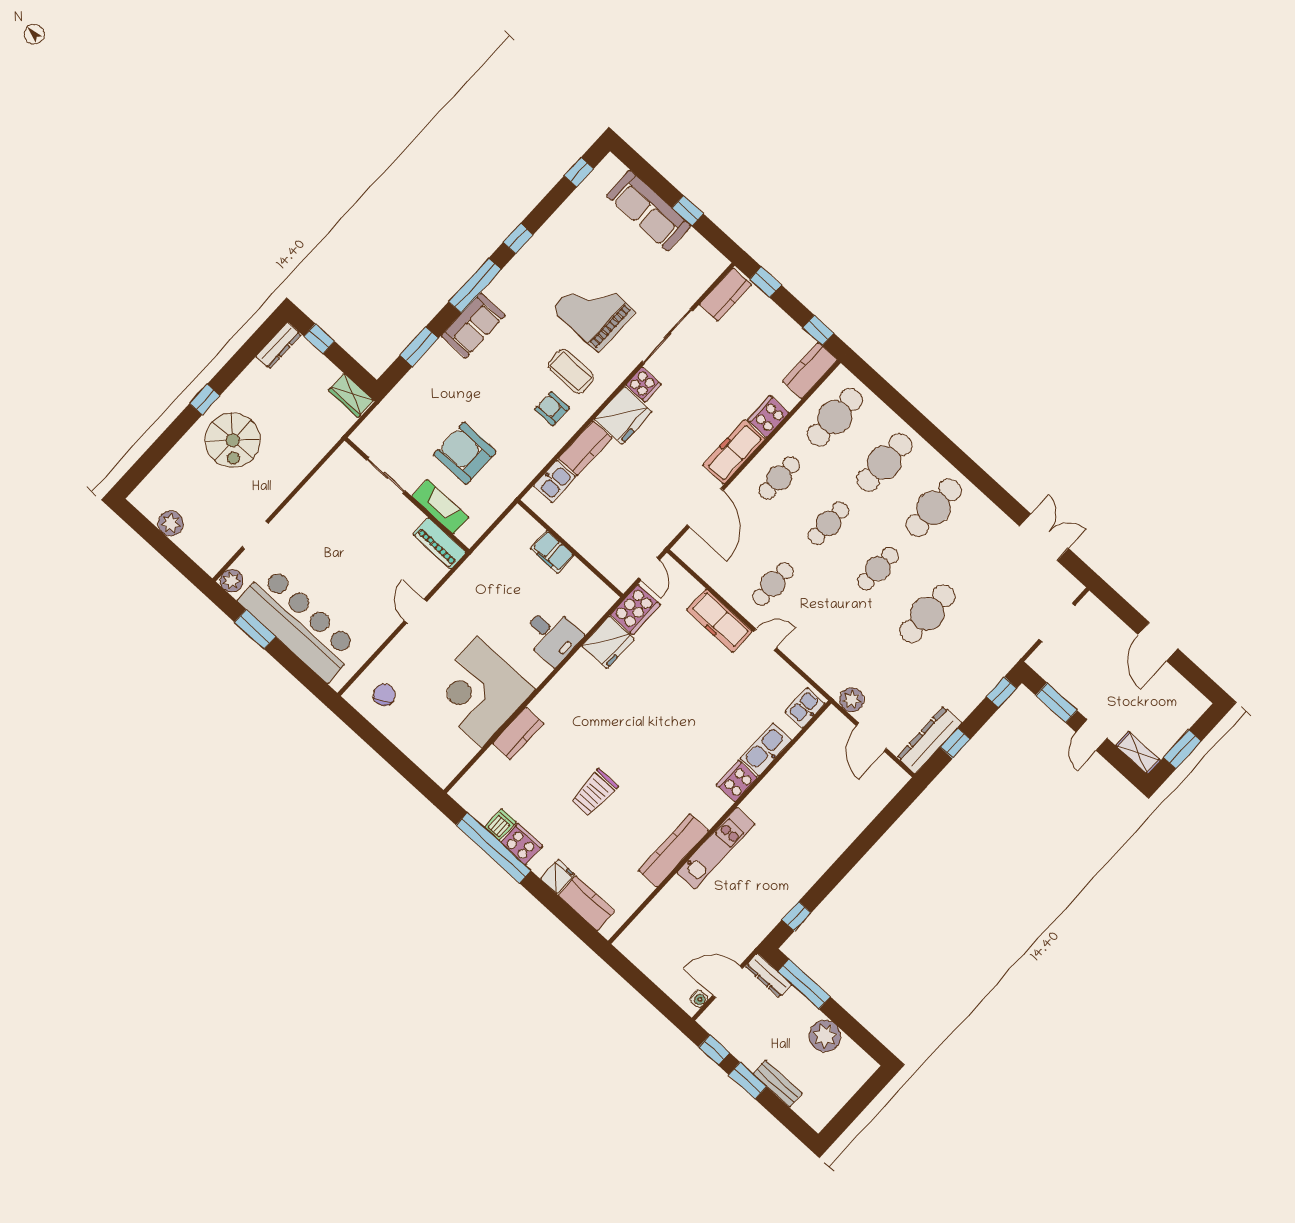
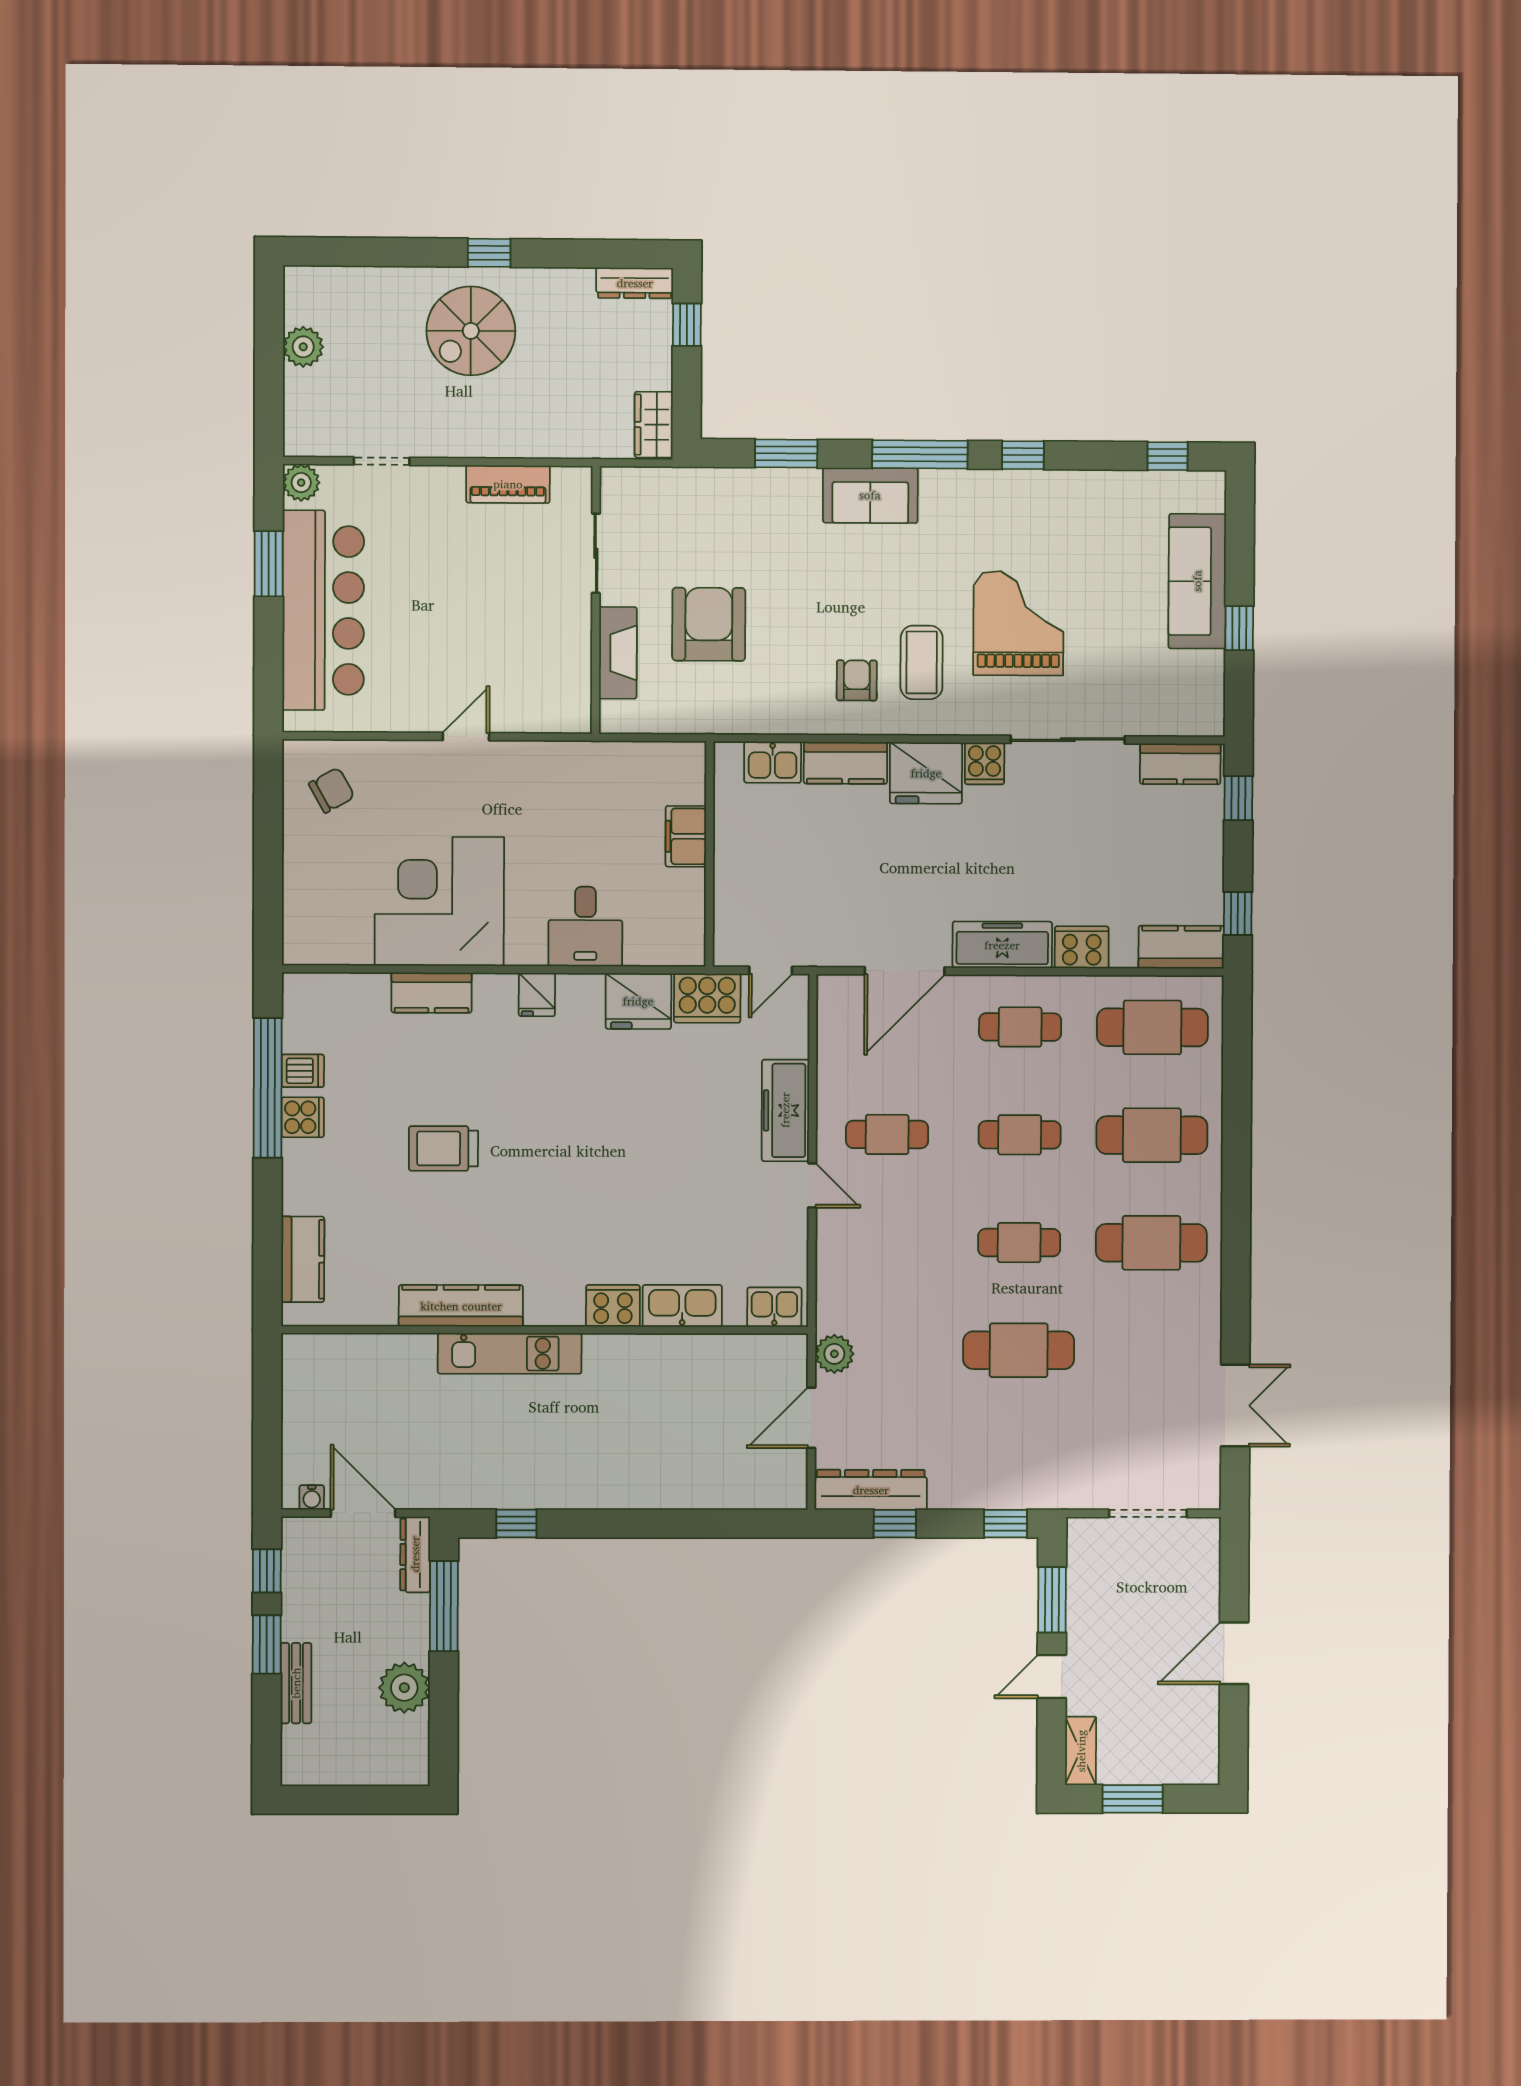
piano: (440, 543) -> (508, 484), moved, turned -90
cooker: (521, 844) -> (303, 1117), width x0.73
fridge: (557, 877) -> (537, 995), moved, turned 90

